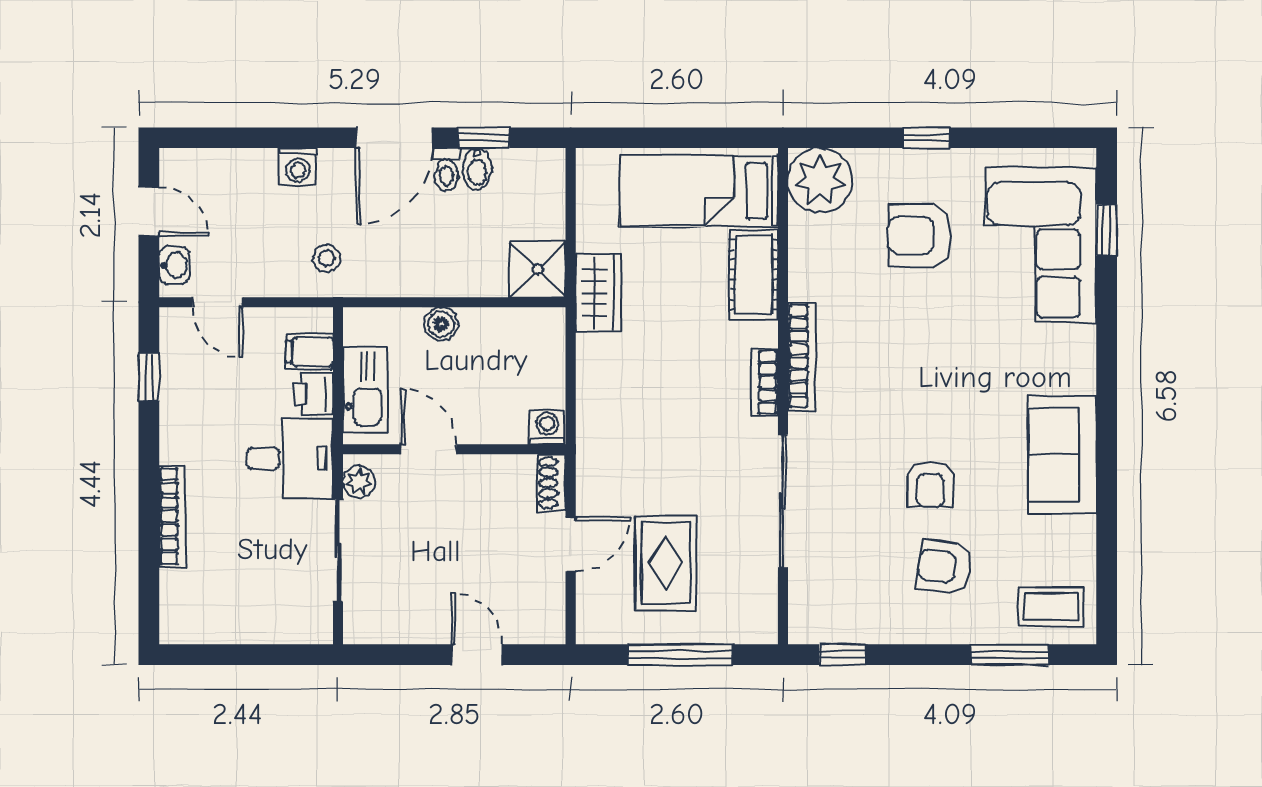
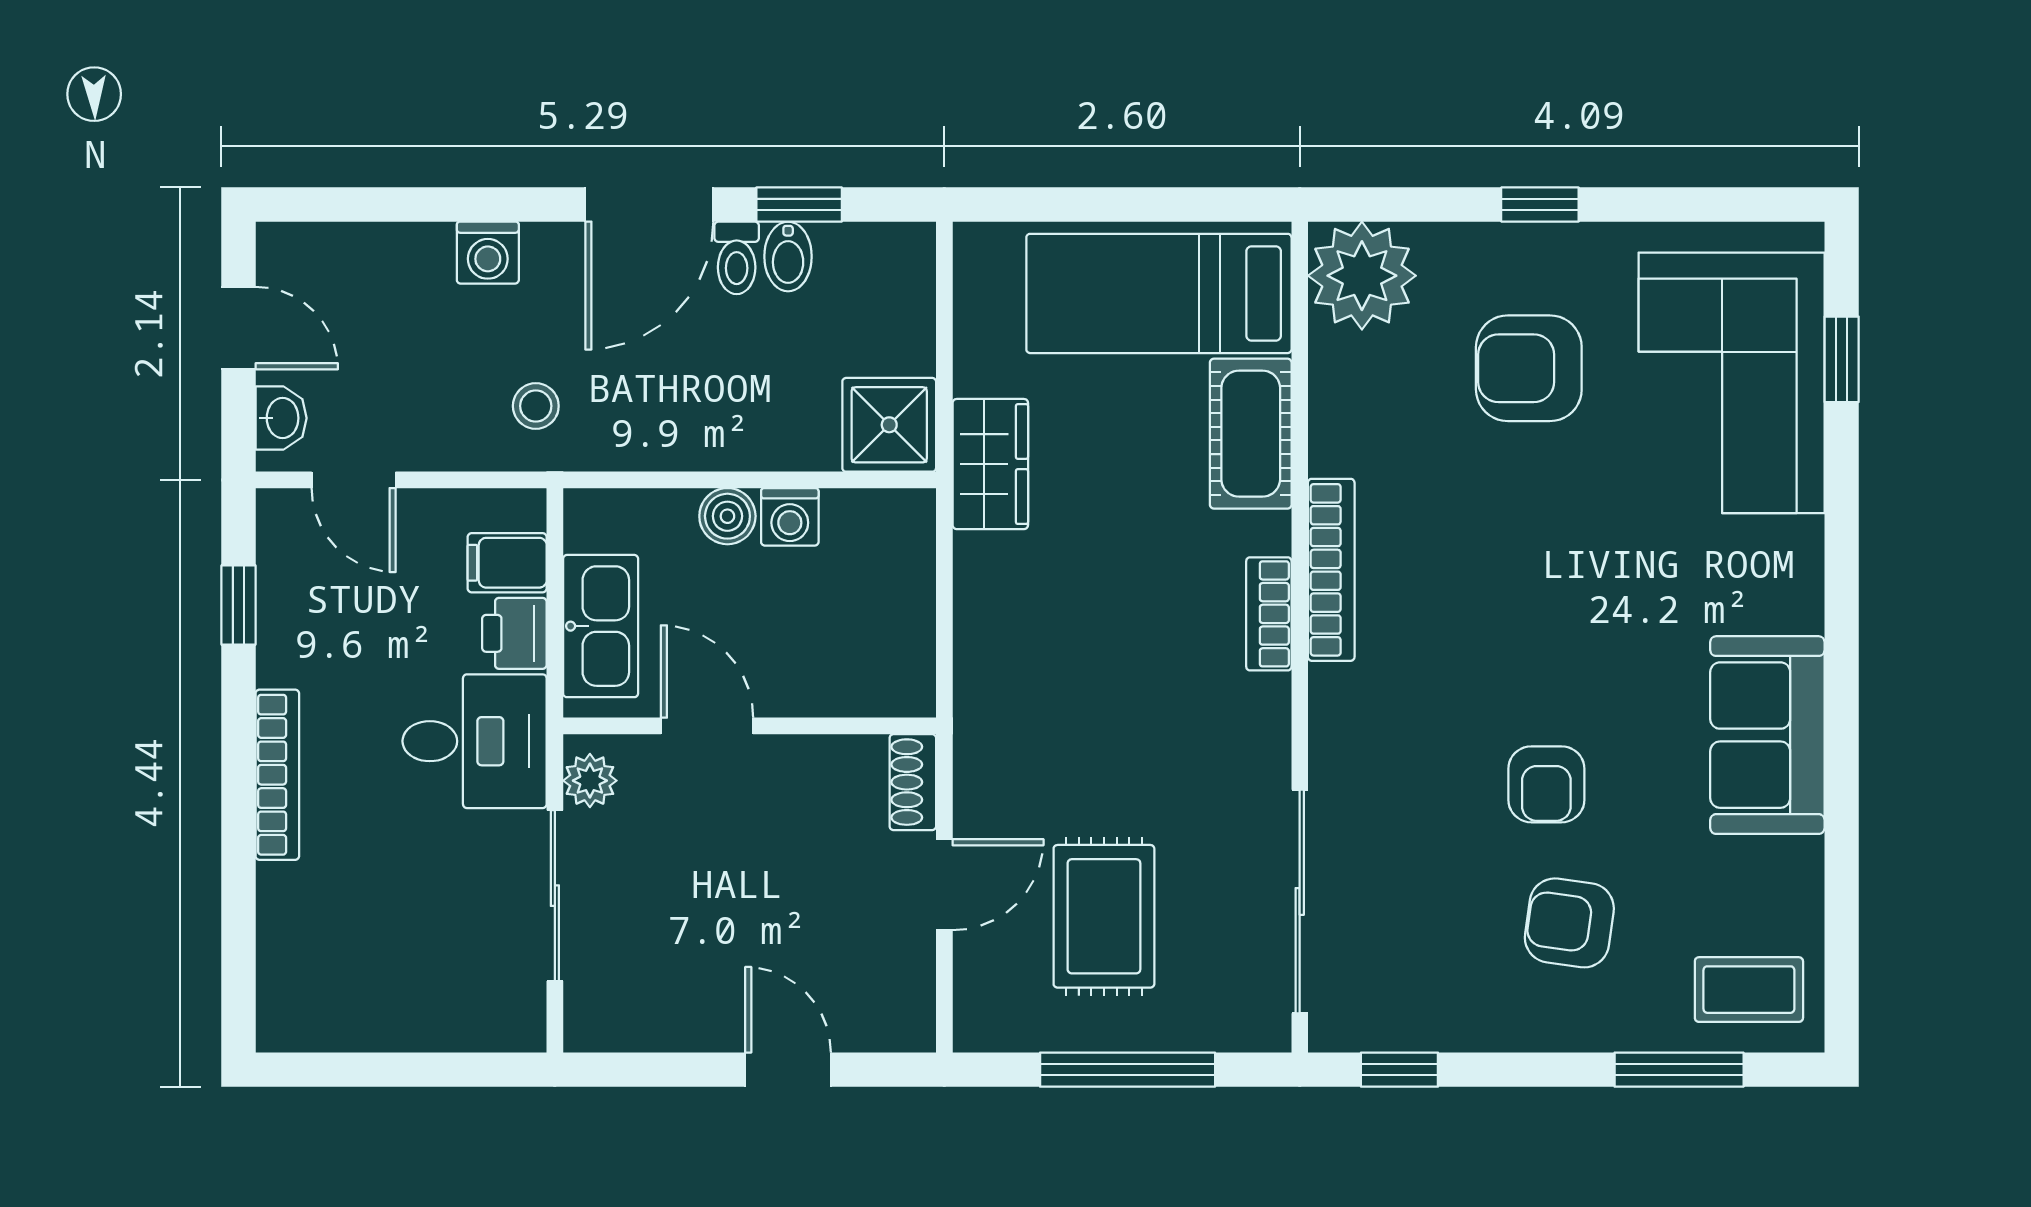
washing machine: (547, 427) -> (790, 517), moved, turned 180
sliding door: (783, 501) -> (1300, 902), moved
bookcase: (172, 516) -> (277, 775), moved

